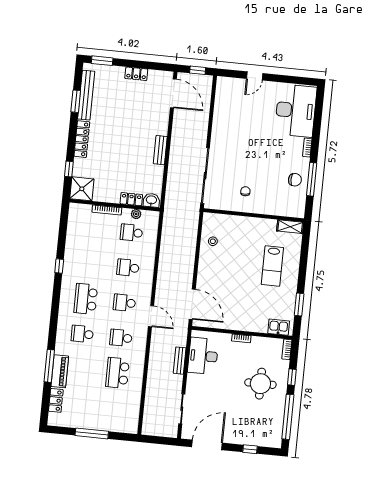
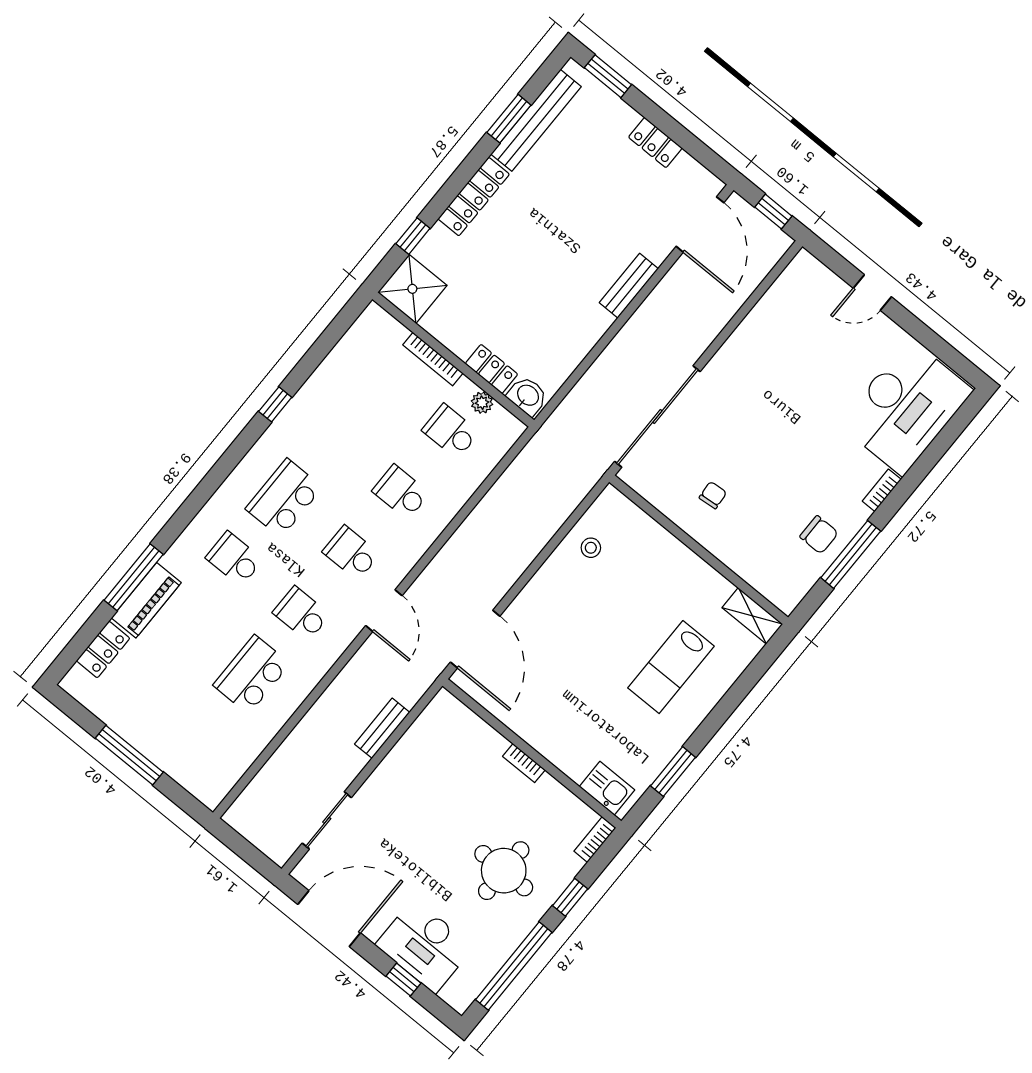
bench: (160, 150) -> (629, 286), moved
desk: (203, 356) -> (425, 946), moved, turned -90

